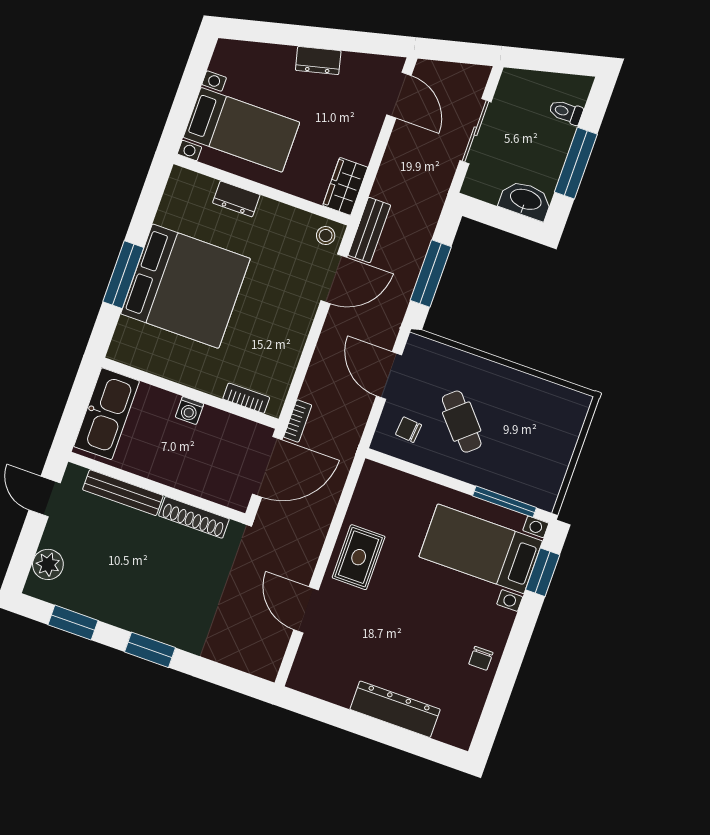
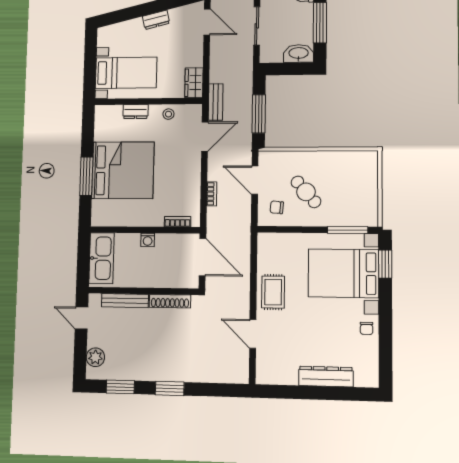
stool: (326, 236) -> (168, 114), moved
bookcase: (298, 421) -> (212, 194), moved
door: (267, 467) -> (203, 257), hinge flipped
bed with nightstands: (481, 549) -> (343, 273), width x1.36

